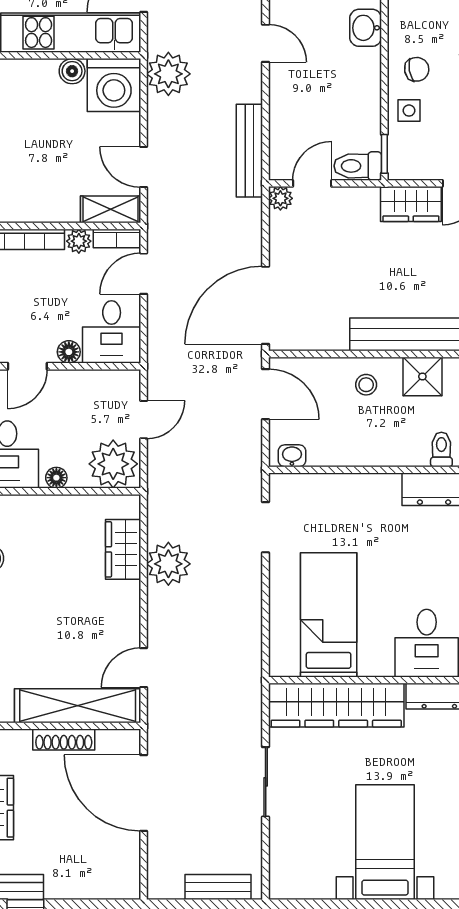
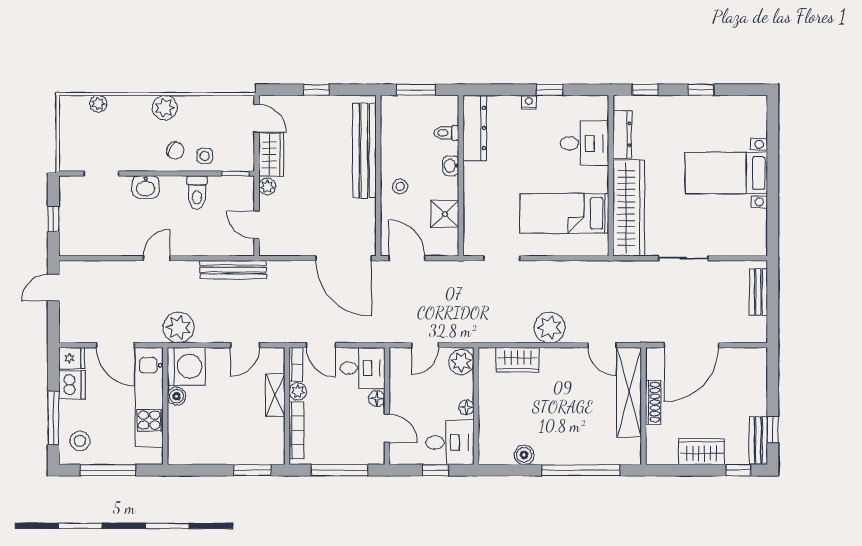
chair: (417, 69) -> (175, 150), turned 128
toilet: (358, 166) -> (197, 193), moved
plant: (280, 198) -> (267, 186), moved
shelving: (111, 209) -> (275, 395), moved
shower: (422, 376) -> (445, 214), moved
door: (266, 394) -> (407, 258), hinge flipped
door: (144, 420) -> (425, 345), swing flipped
washbasin: (292, 456) -> (451, 166), moved
plant: (113, 464) -> (461, 362), width x0.73, depth x0.73
plant: (168, 564) -> (549, 328), moved

